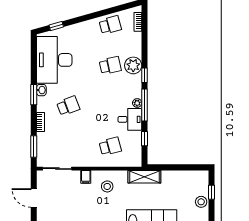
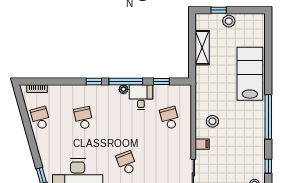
plant: (133, 65) -> (83, 94), removed
shelving: (144, 177) -> (202, 48), moved

